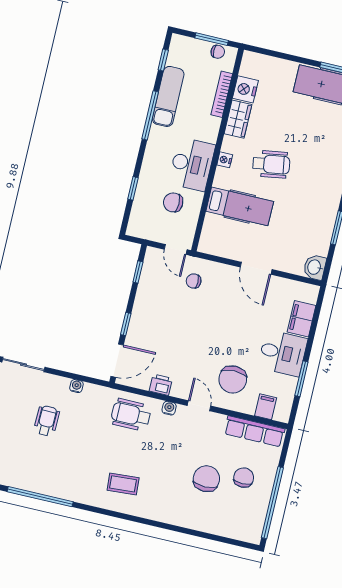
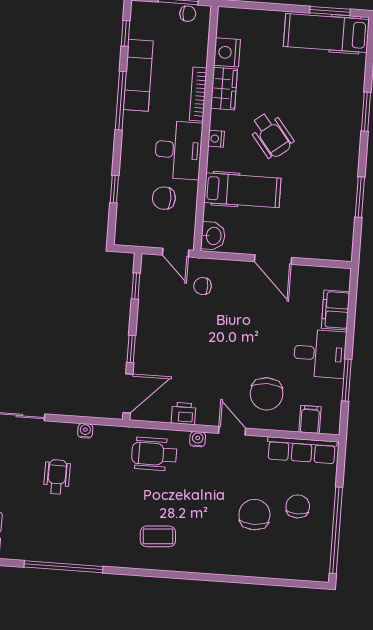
bookcase: (222, 94) -> (198, 94), moved
wheelchair: (271, 164) -> (271, 135), turned 61
washbasin: (315, 267) -> (213, 236), moved, turned 180

